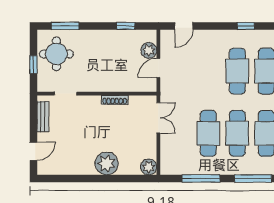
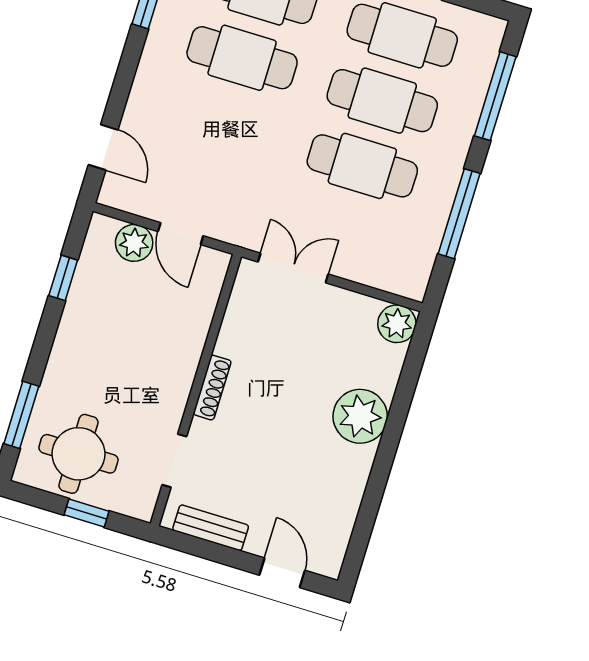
shoe rack: (115, 100) -> (212, 388), moved

